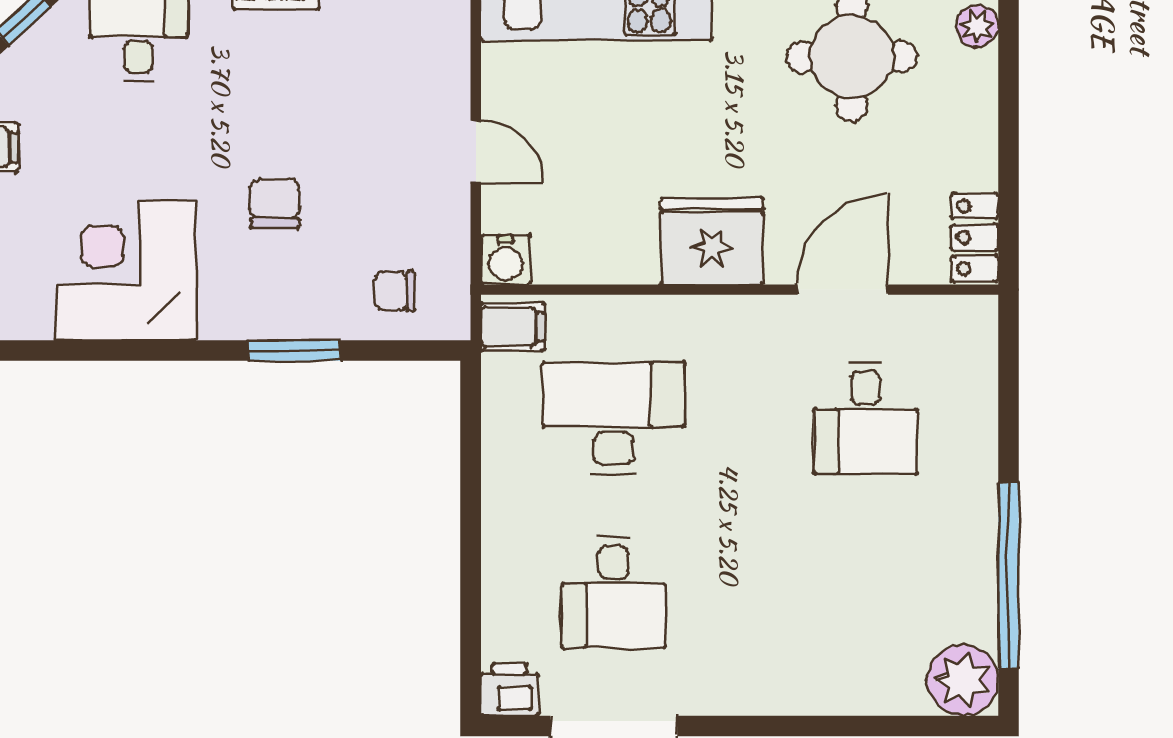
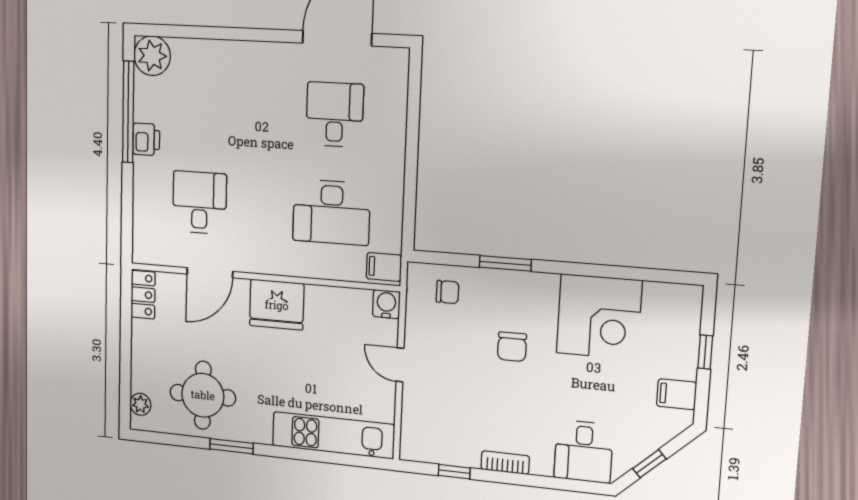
printer: (510, 690) -> (146, 139), moved, turned -90

